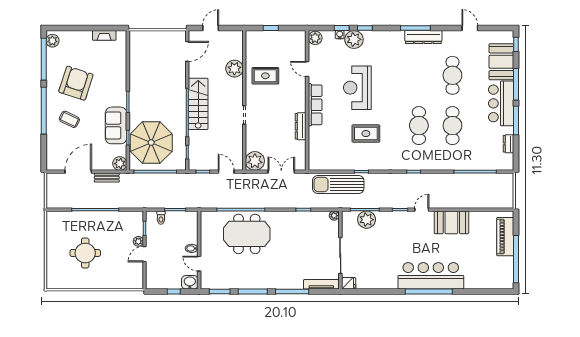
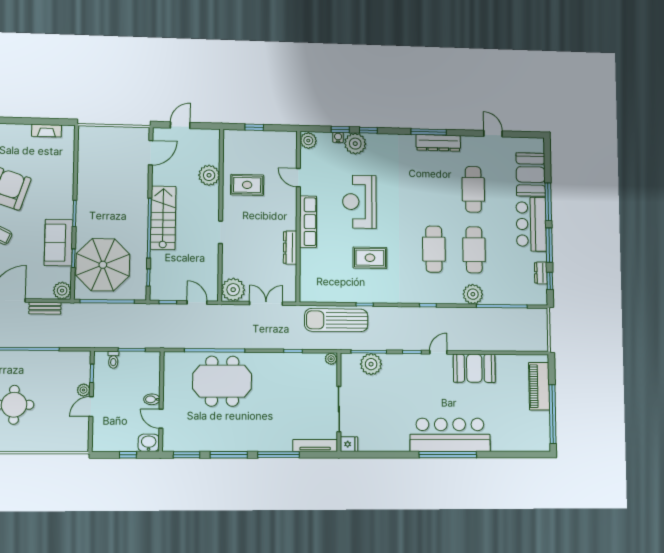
window: (516, 44) -> (550, 281), moved
plant: (451, 162) -> (473, 294), added

